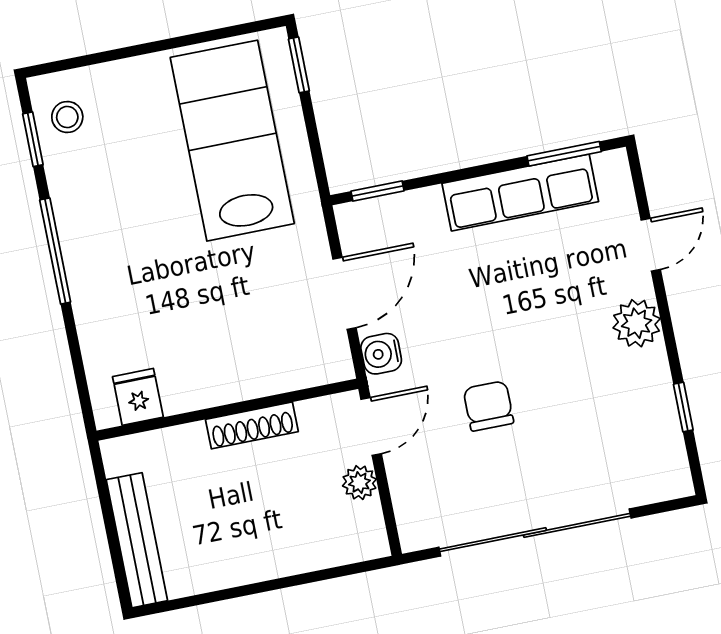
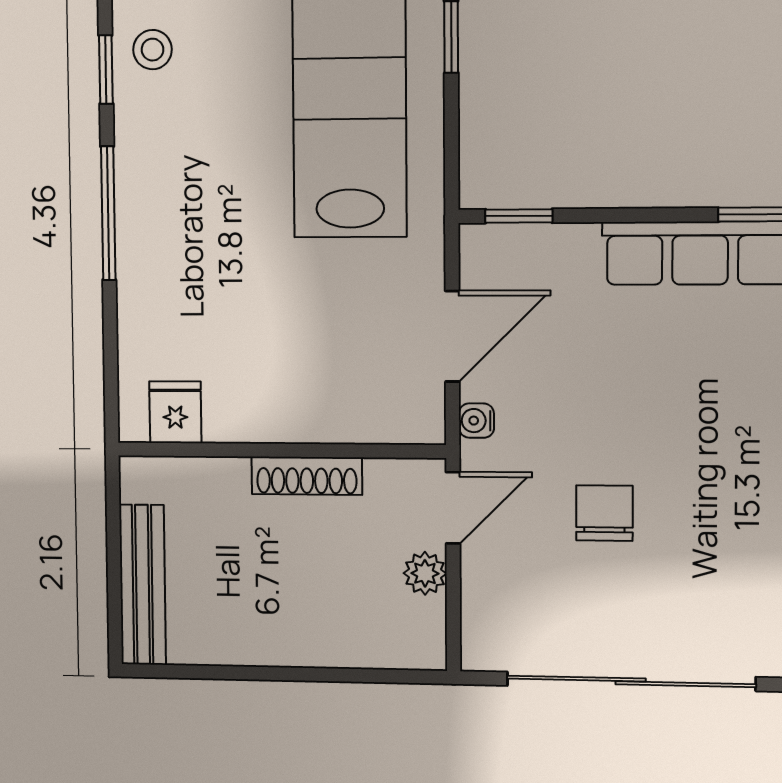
water cooler: (381, 354) -> (476, 421), width x0.72, depth x0.72

